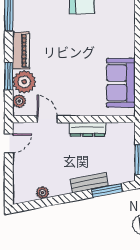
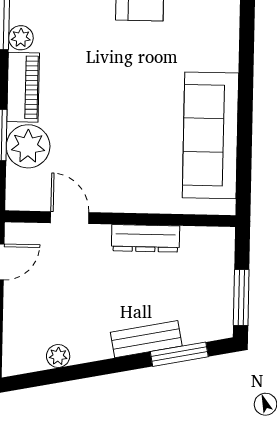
sofa: (121, 83) -> (210, 135), width x1.36
plant: (19, 101) -> (21, 38), moved

